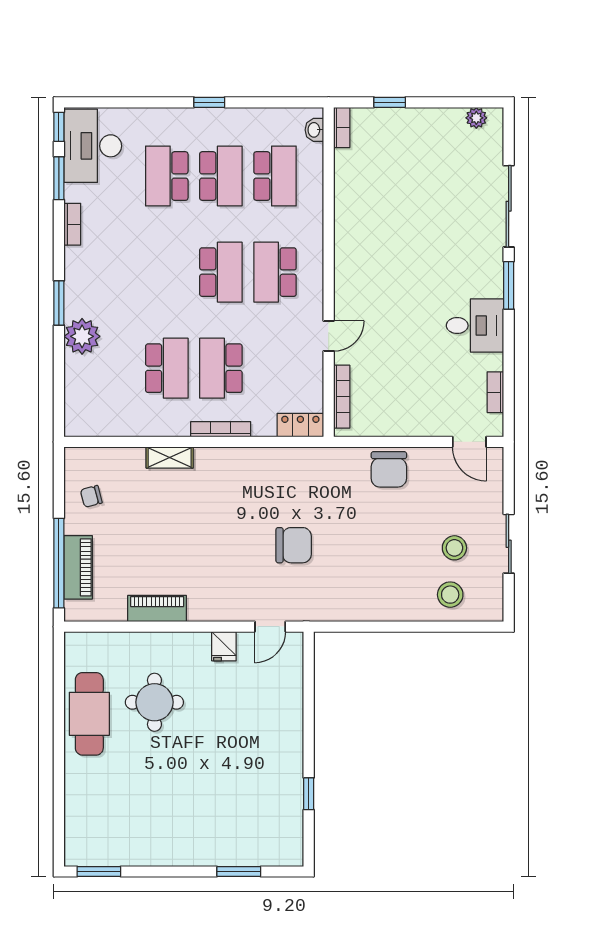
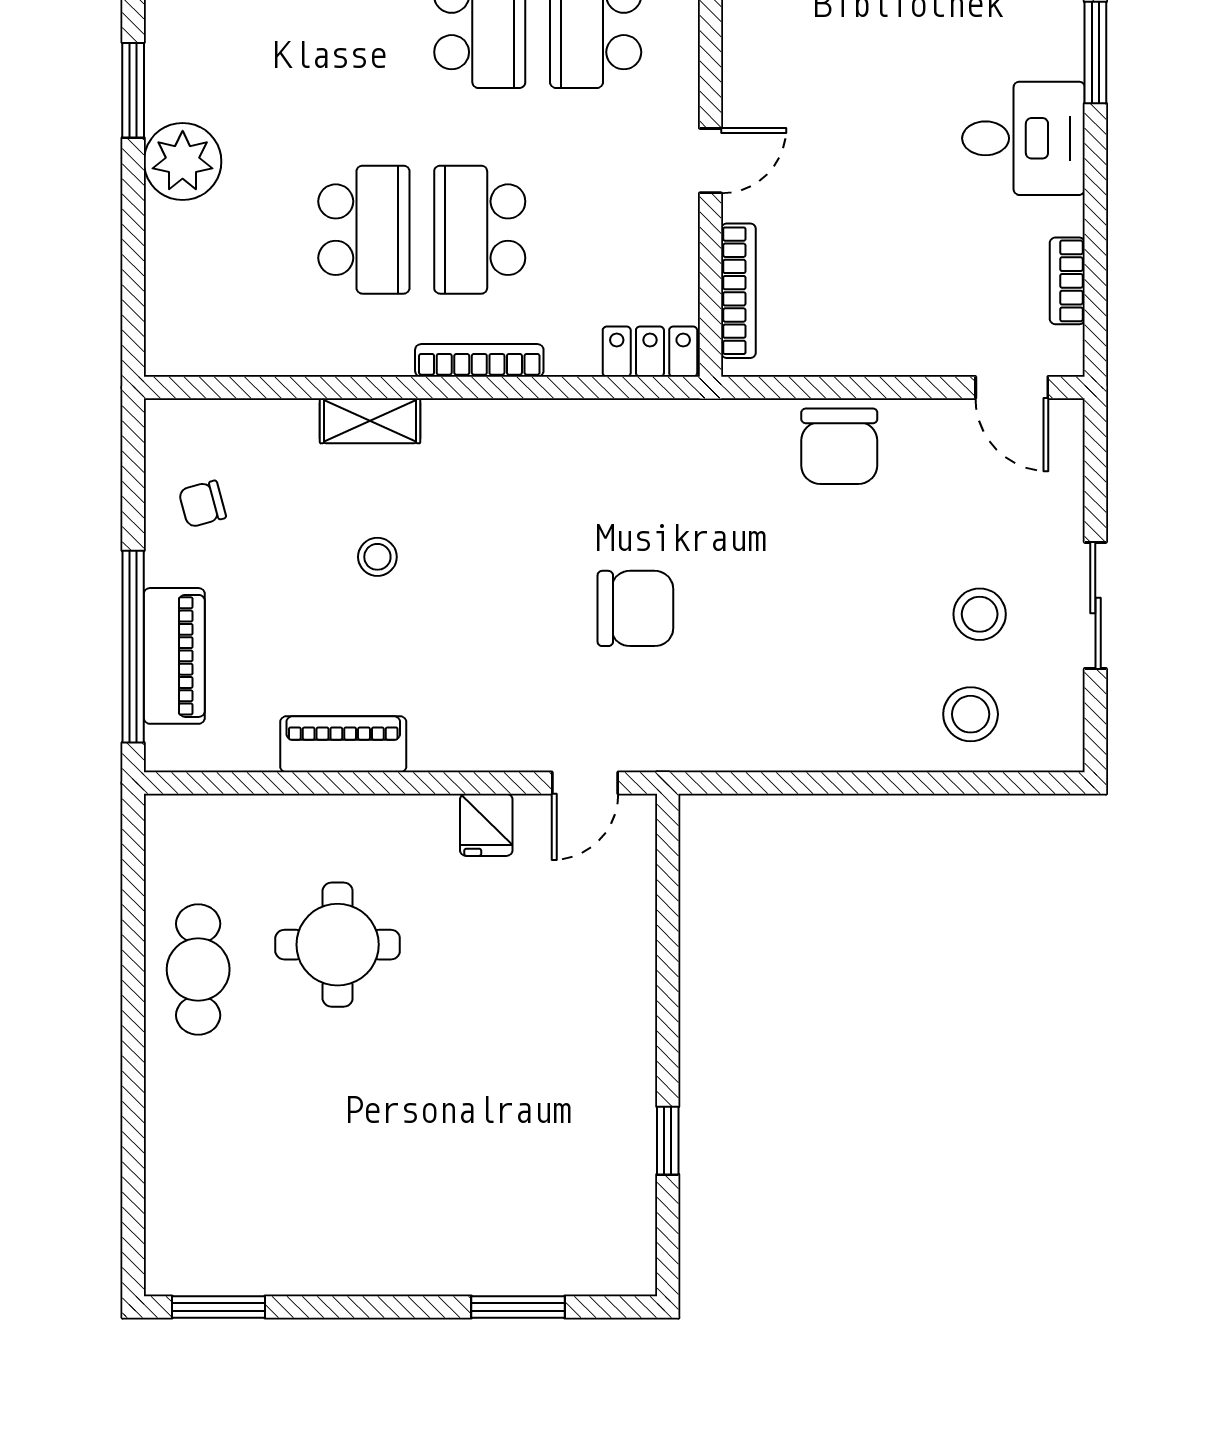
stool: (173, 521) -> (377, 557), added
cafe table: (89, 714) -> (198, 969), width x0.73, depth x0.74

